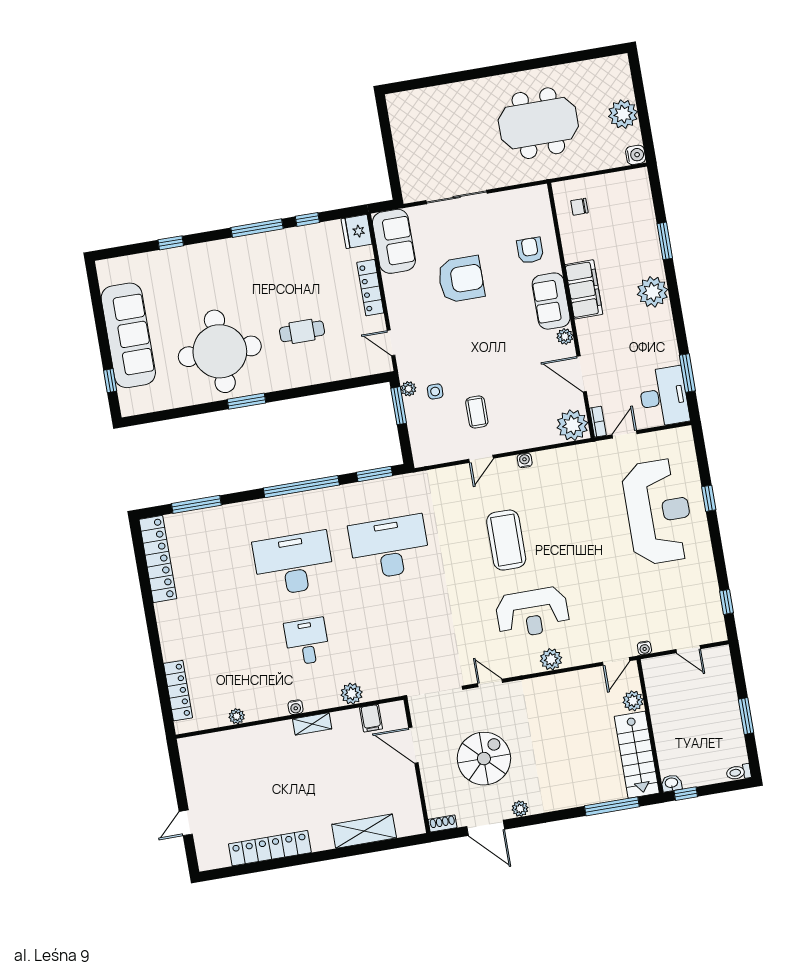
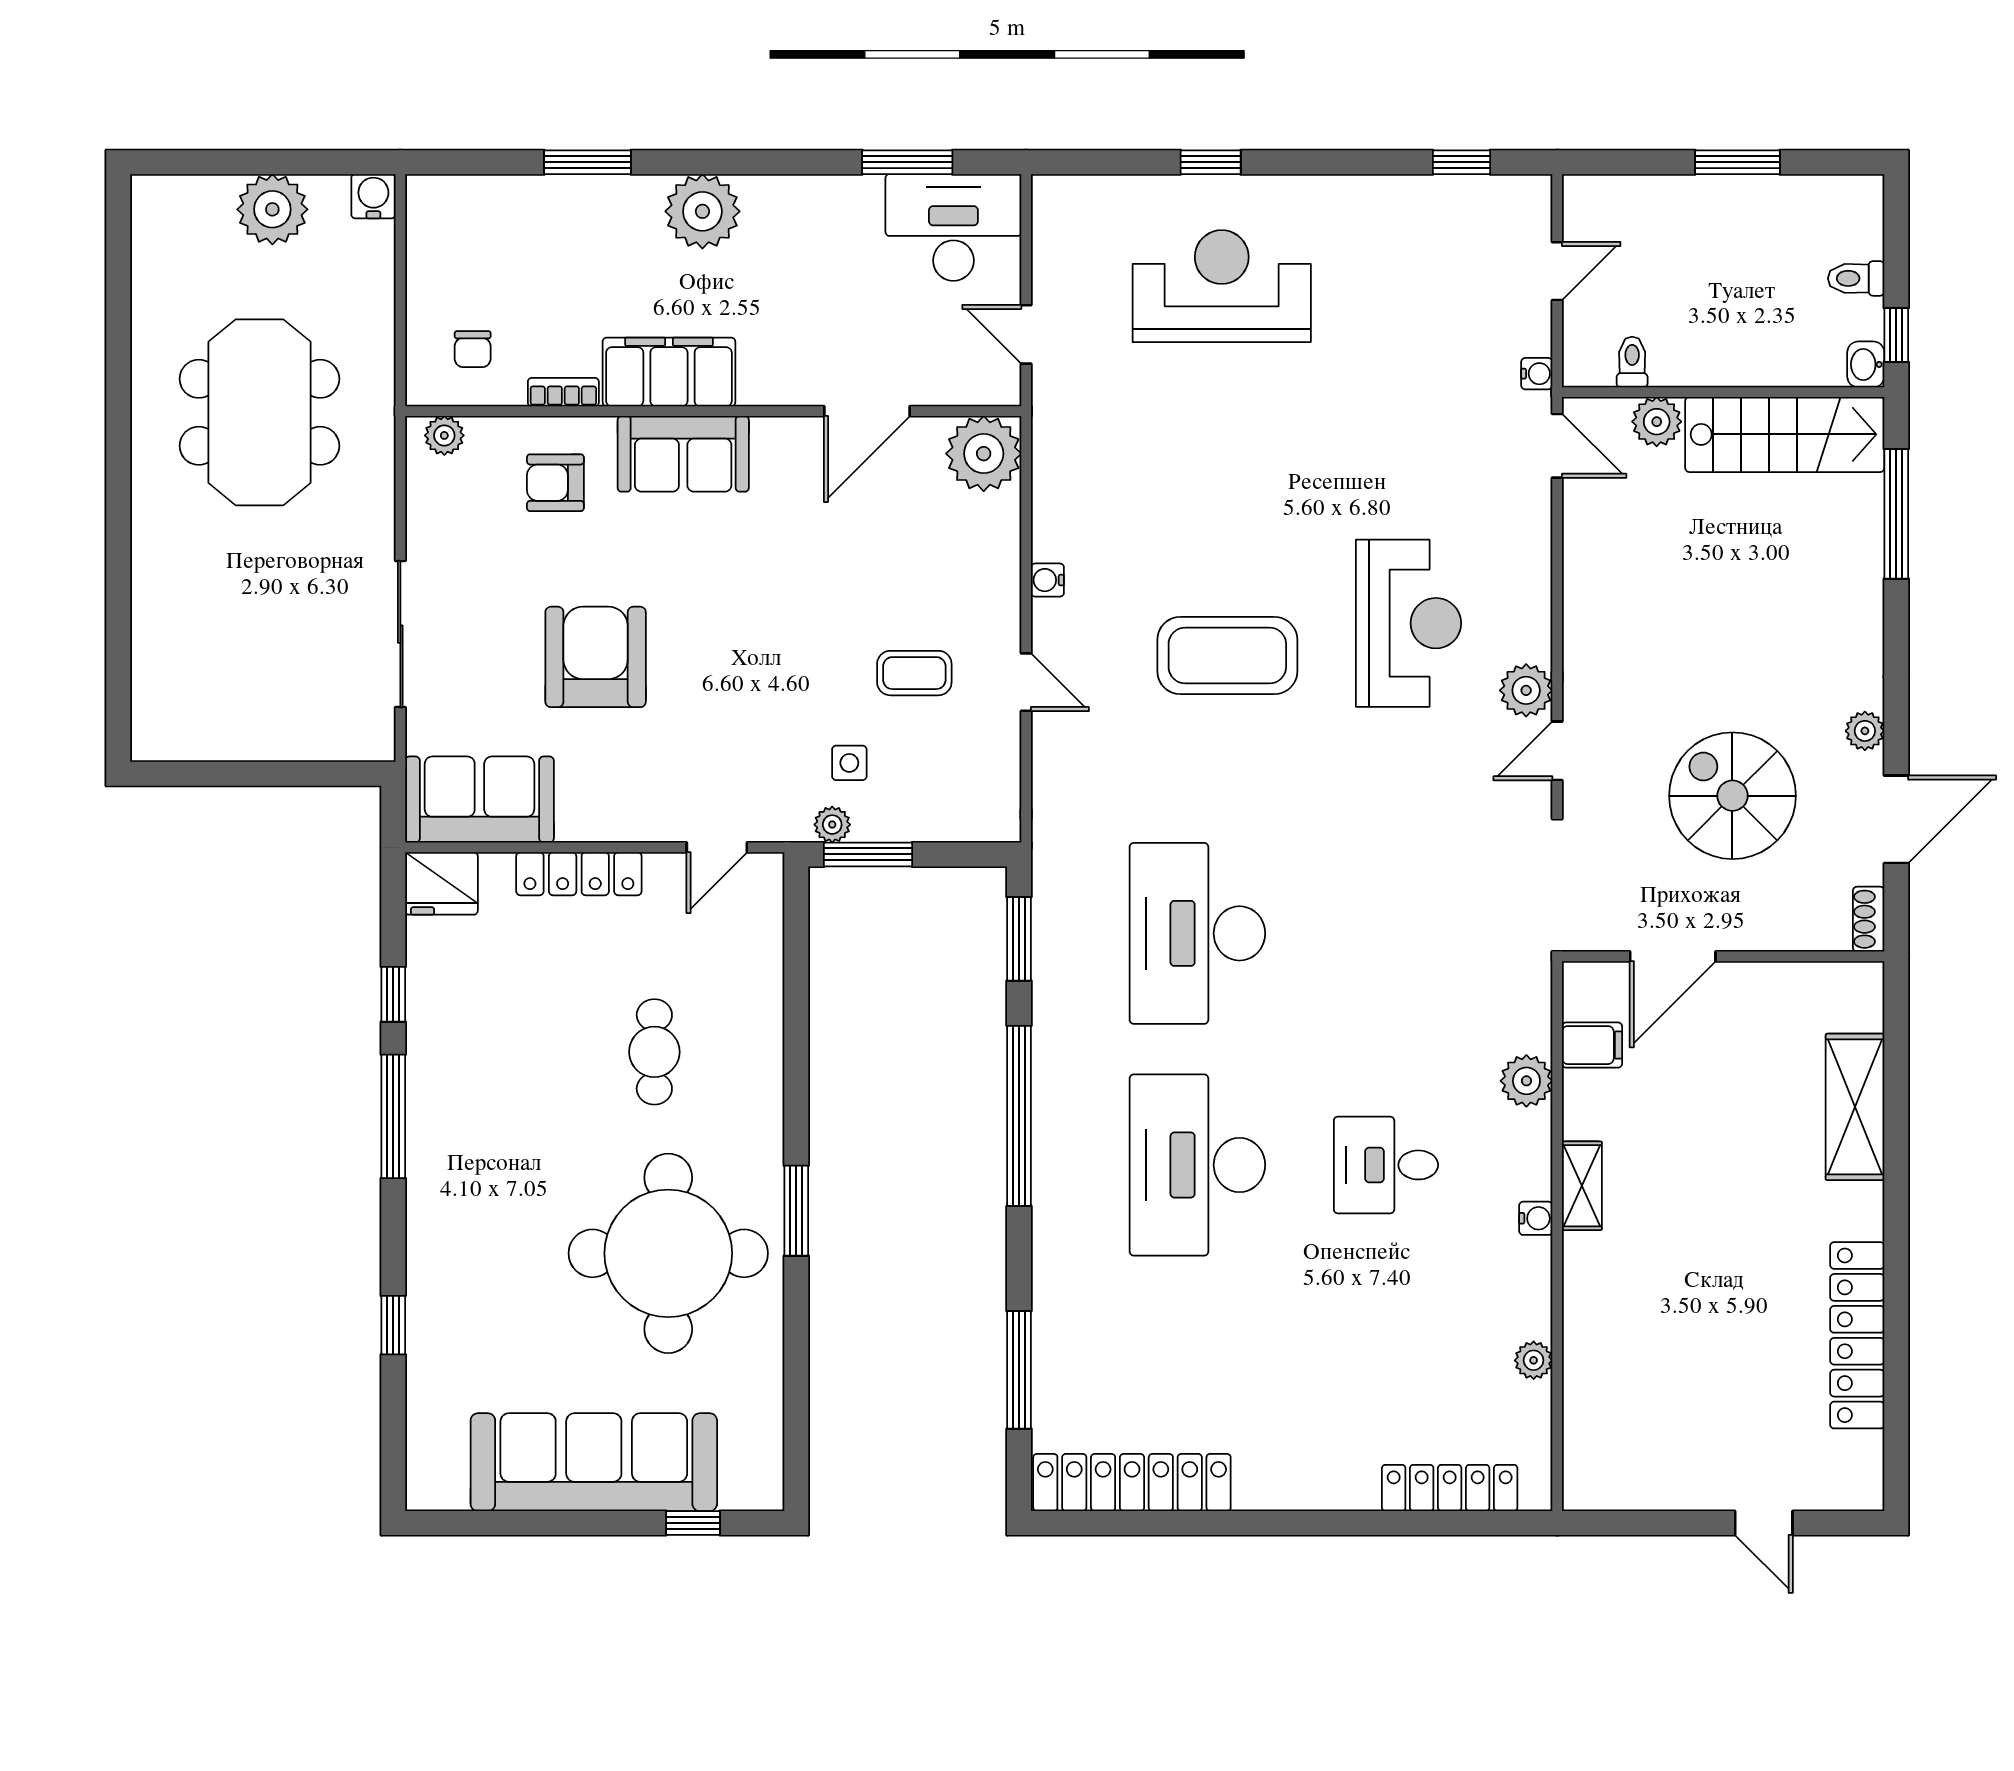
plant: (565, 337) -> (444, 435), moved
bookcase: (598, 422) -> (563, 392), moved
reception desk: (658, 512) -> (1222, 286), width x0.74, depth x0.77
plant: (551, 659) -> (1526, 690), moved
toilet: (656, 686) -> (1632, 362), added
toilet: (738, 772) -> (1856, 278), moved, turned 90

